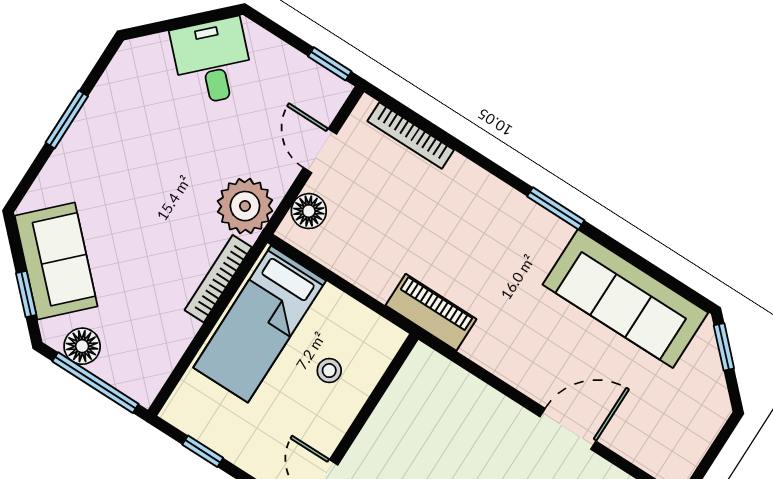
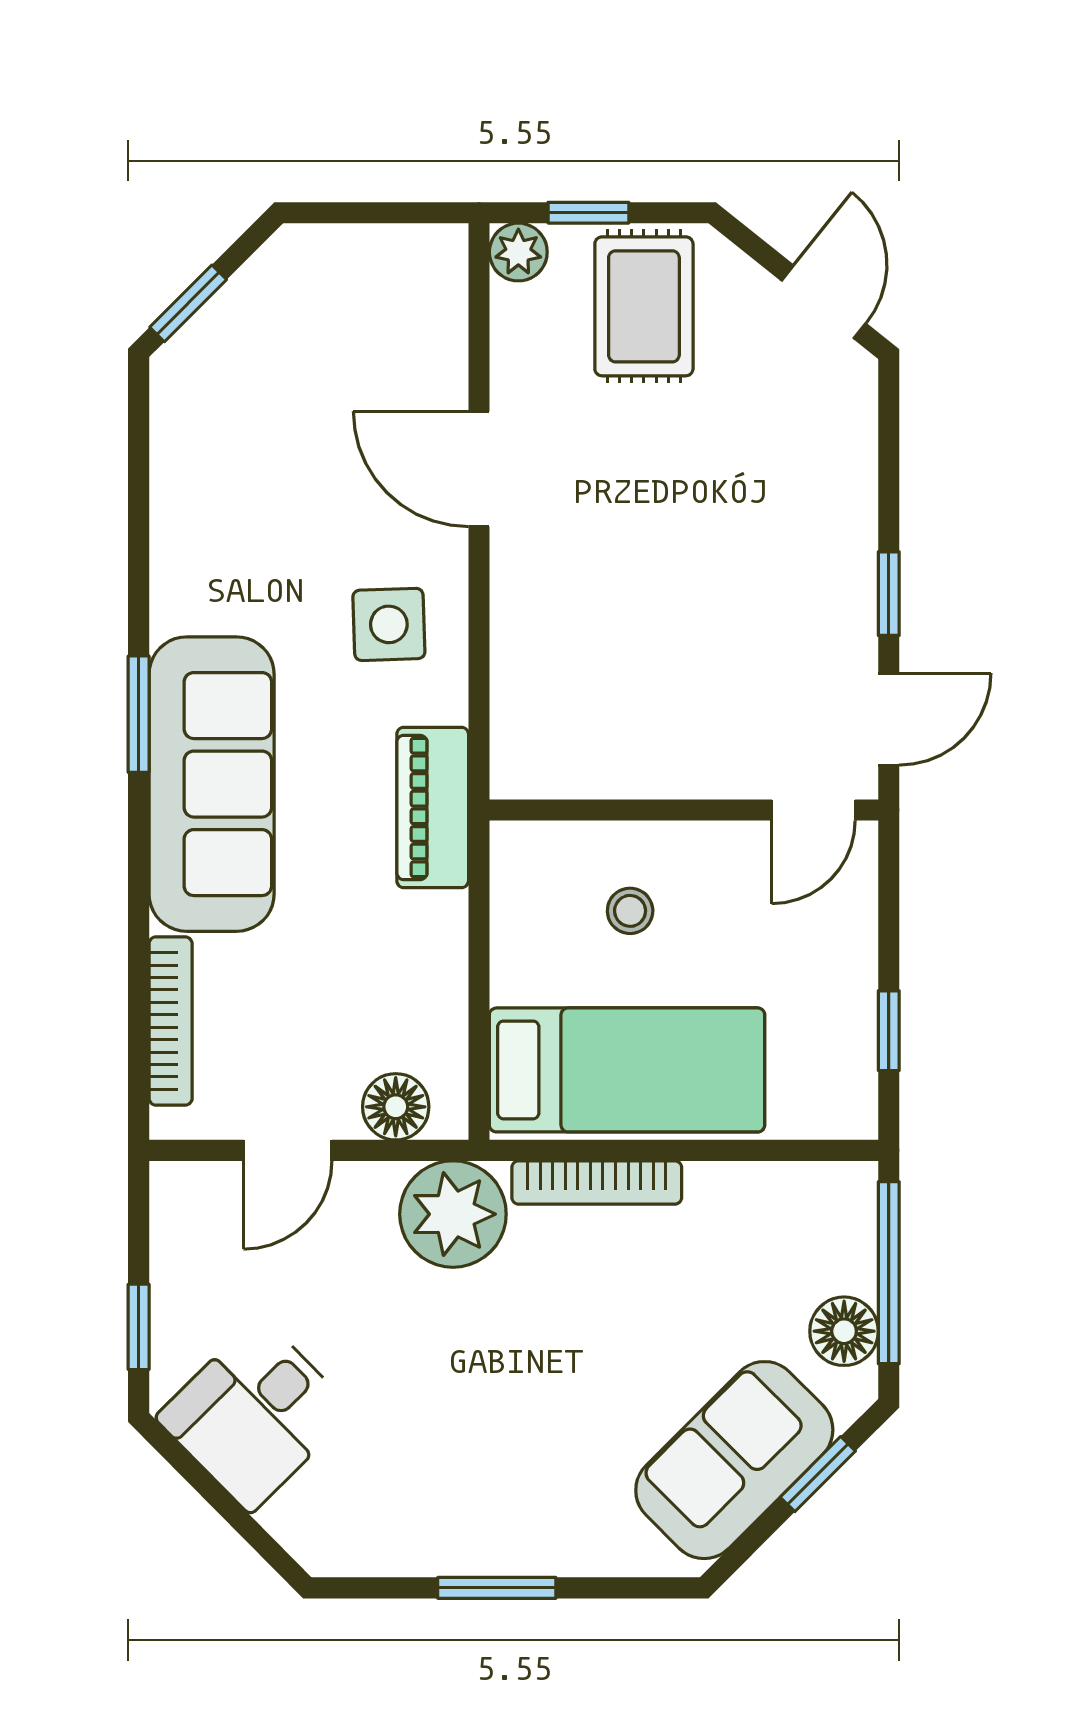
window: (330, 64) -> (139, 1327), moved
sofa: (625, 299) -> (212, 784), moved
side table: (525, 345) -> (389, 624), added

